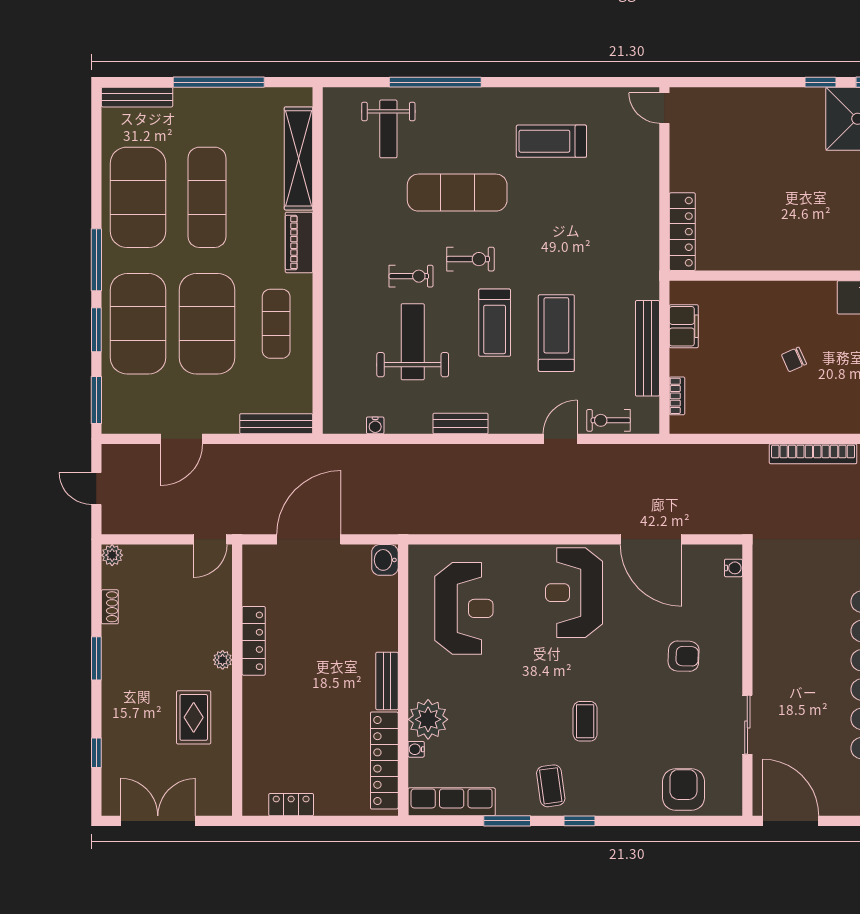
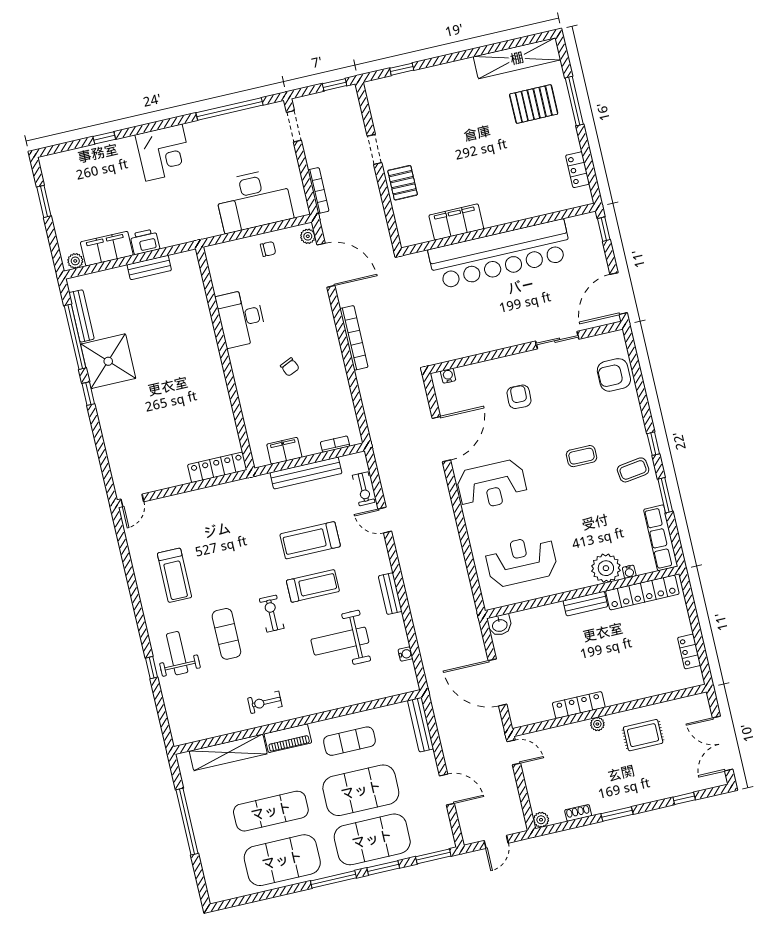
window: (435, 82) -> (151, 668), width x0.32
bench: (137, 97) -> (211, 877), removed
weight bench: (388, 129) -> (177, 653), moved, turned -90
exercise mat: (457, 193) -> (226, 634), width x0.73, depth x0.69
exercise bike: (411, 276) -> (265, 702), moved, turned -90

